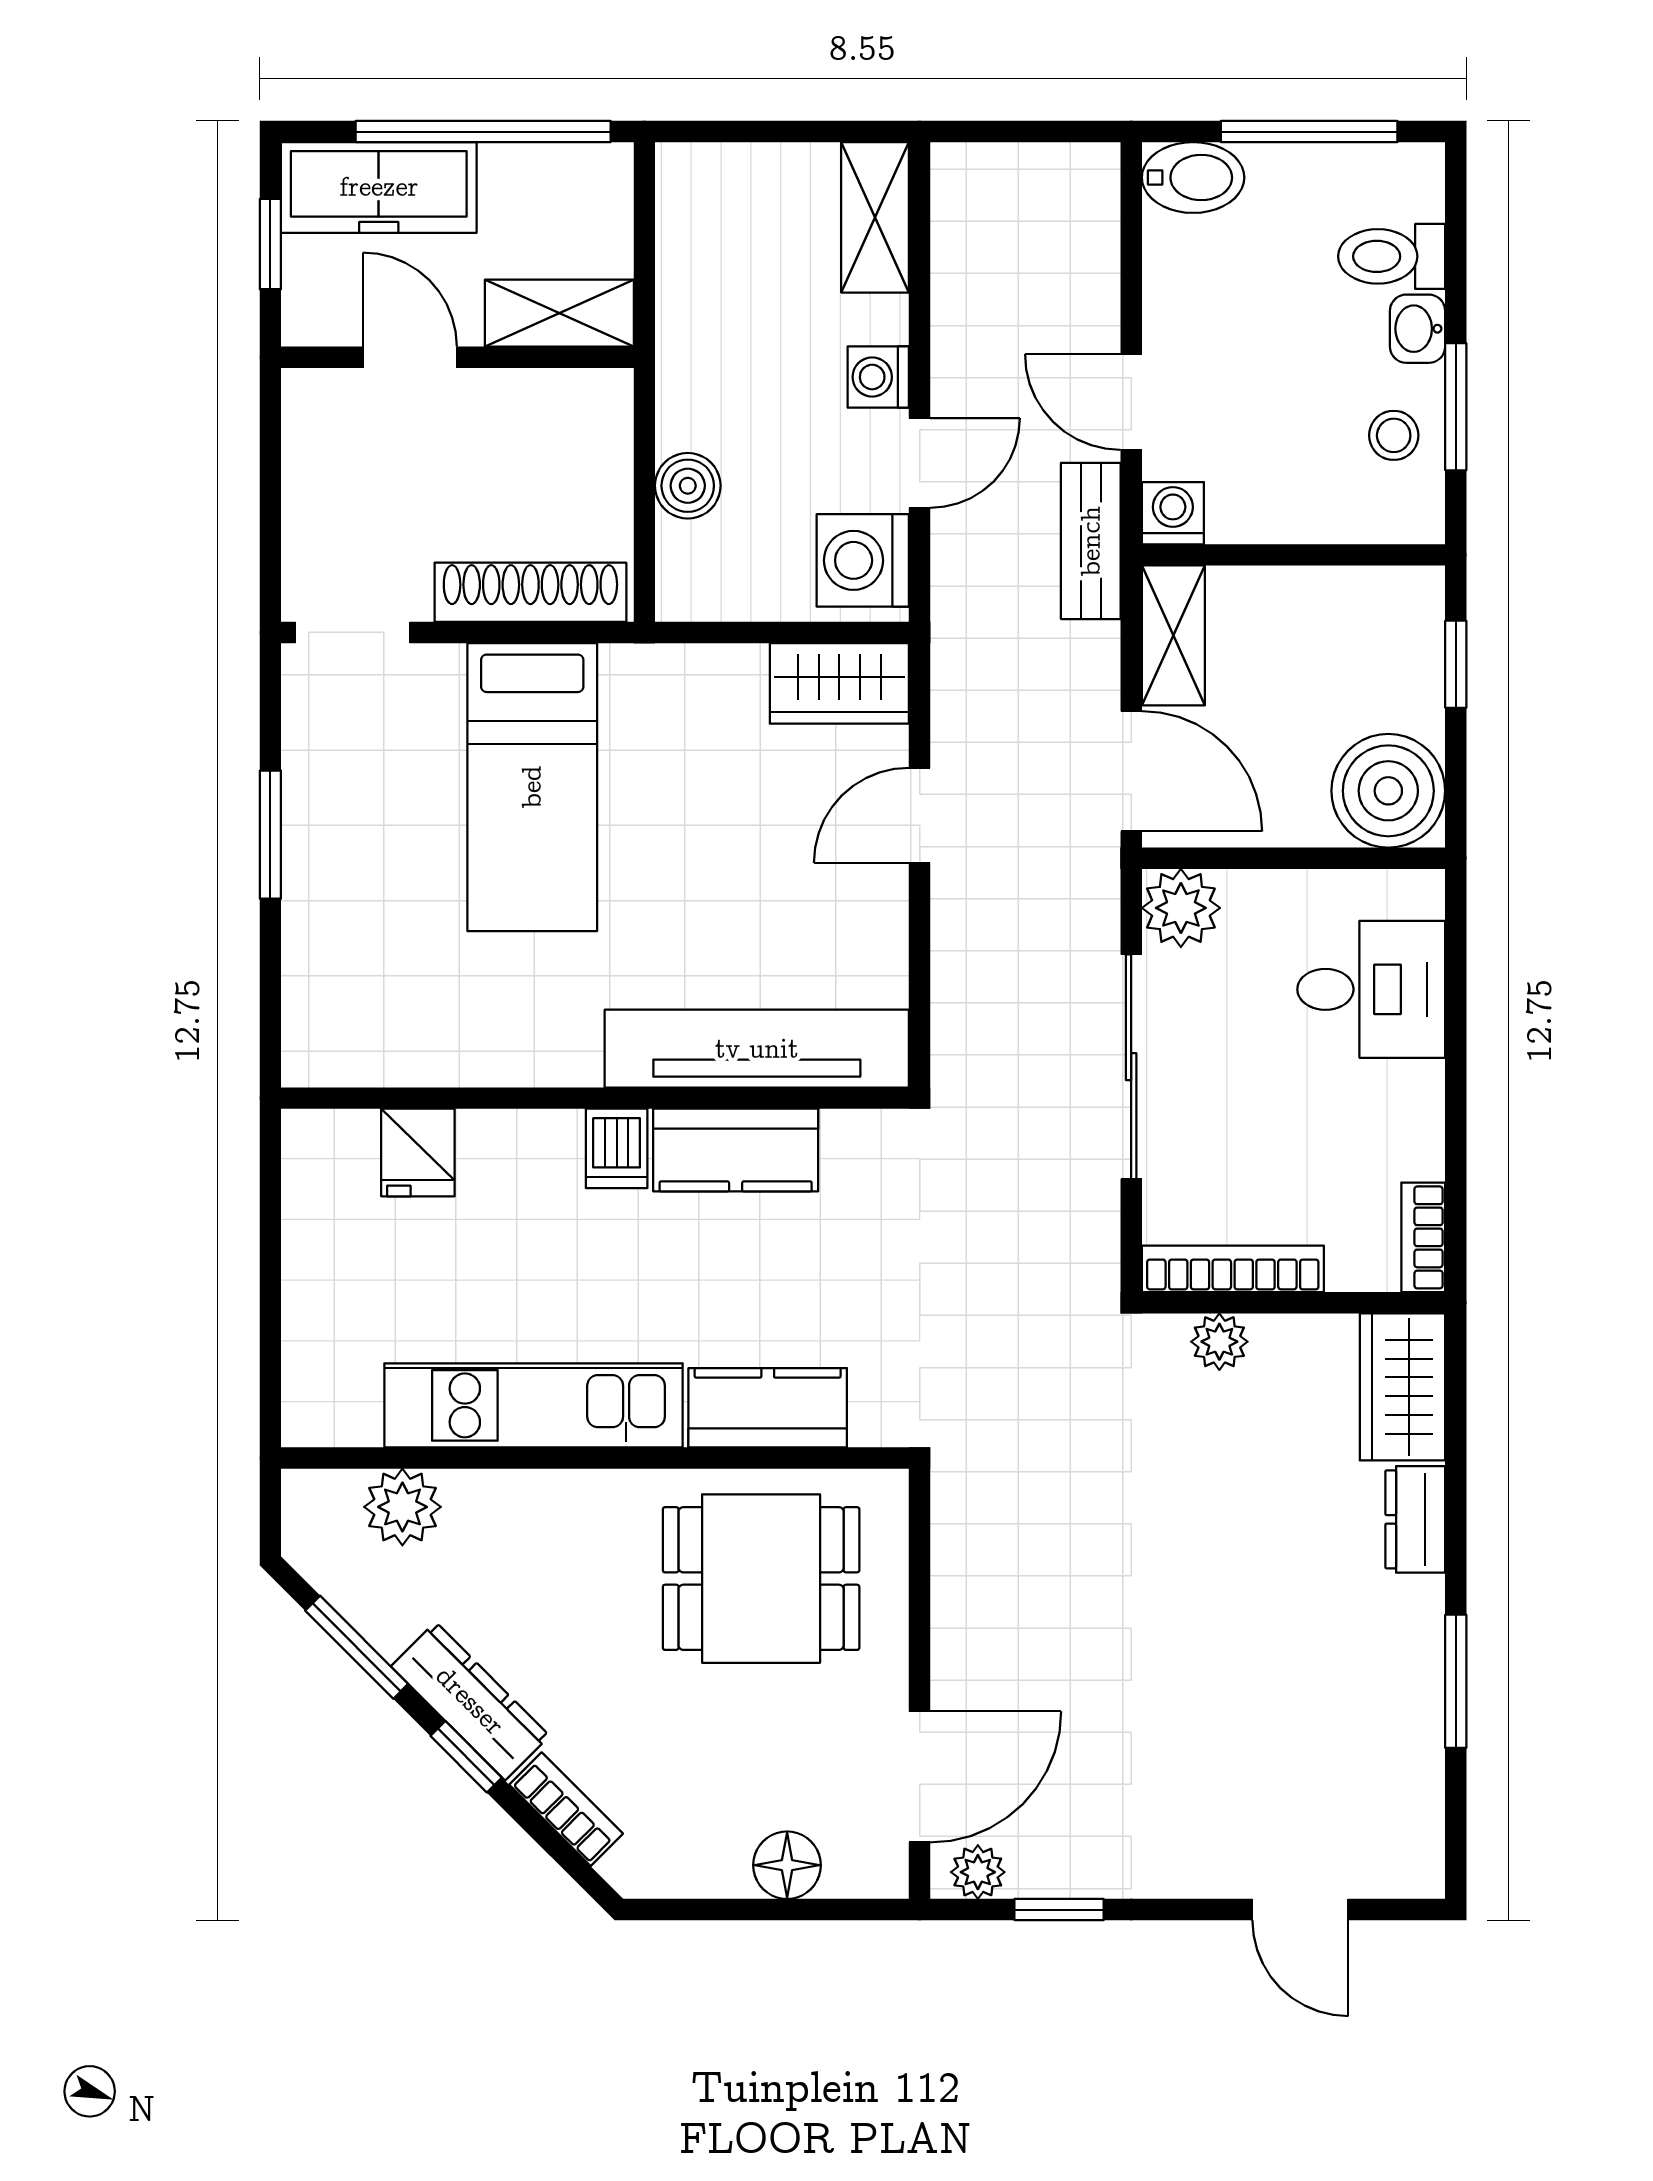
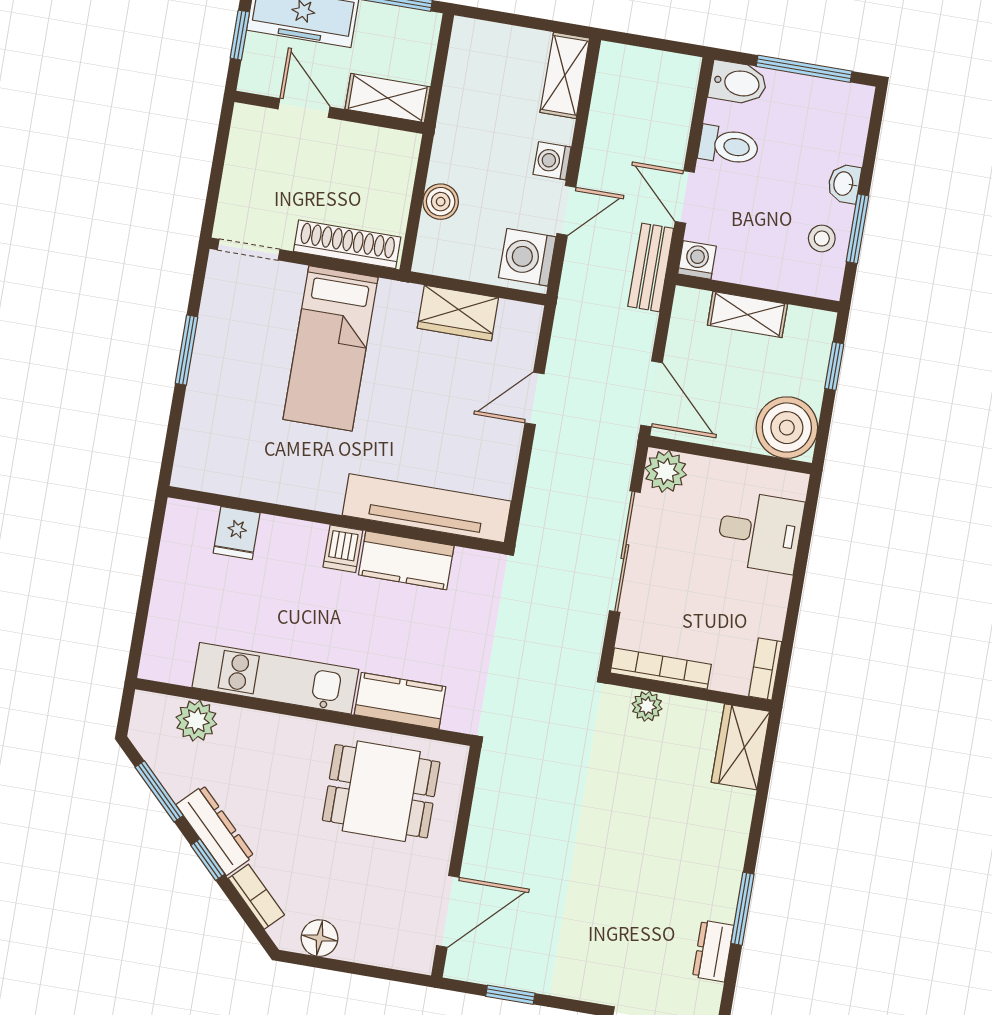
toilet: (1392, 256) -> (729, 146), moved, turned 180
shelving: (1173, 635) -> (747, 315), moved, turned 90
wardrobe: (839, 683) -> (458, 313), moved
dresser: (1415, 1519) -> (713, 951), moved
floor lamp: (787, 1865) -> (320, 938), moved
plant: (978, 1872) -> (470, 967), removed

